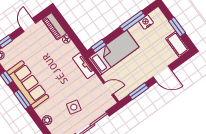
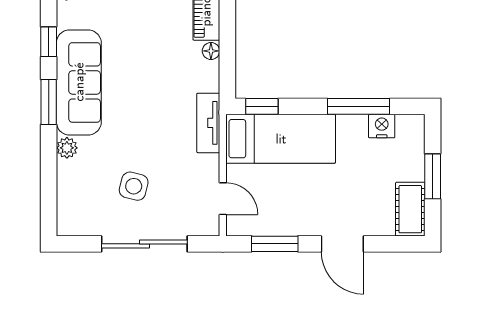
plant: (47, 120) -> (67, 148), moved

